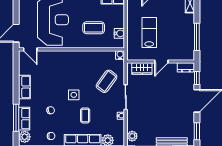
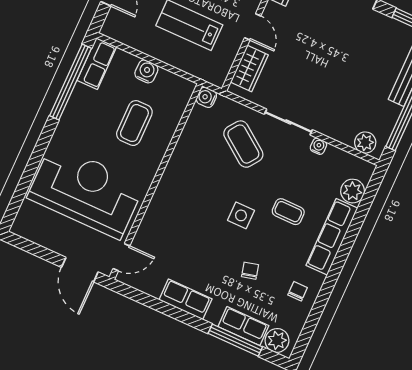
water cooler: (119, 33) -> (146, 71), moved

